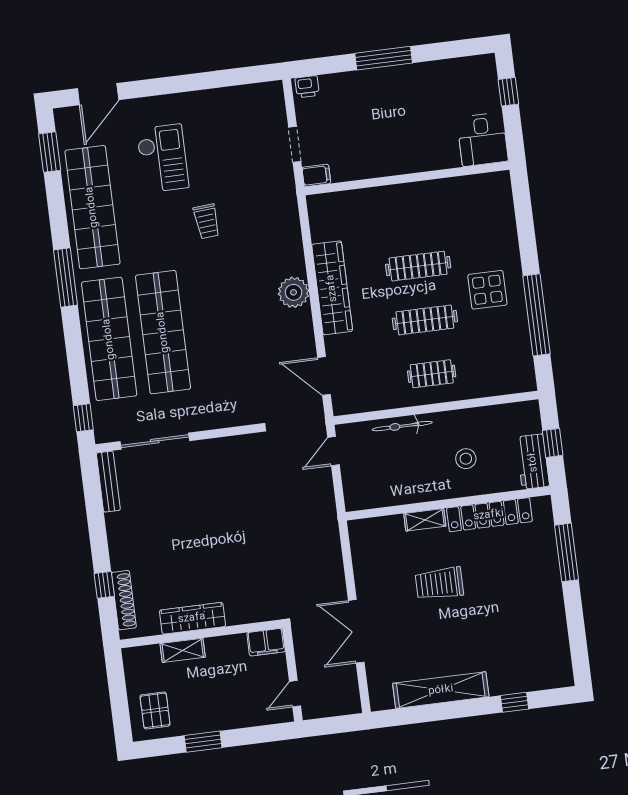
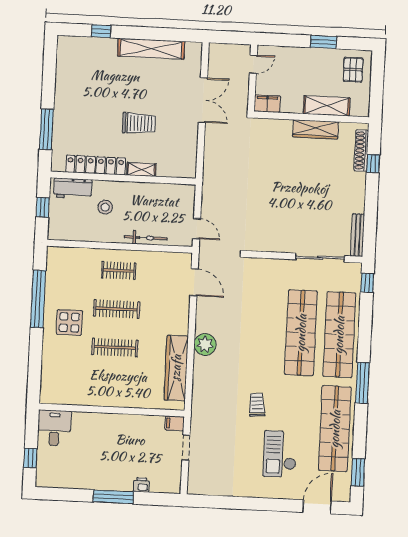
printer: (307, 87) -> (141, 485), moved
wardrobe: (332, 288) -> (176, 368), moved
door: (334, 451) -> (197, 229), hinge flipped
workbench: (533, 462) -> (73, 188), moved, turned 90
shelving: (183, 650) -> (327, 106), width x1.50, depth x1.33

